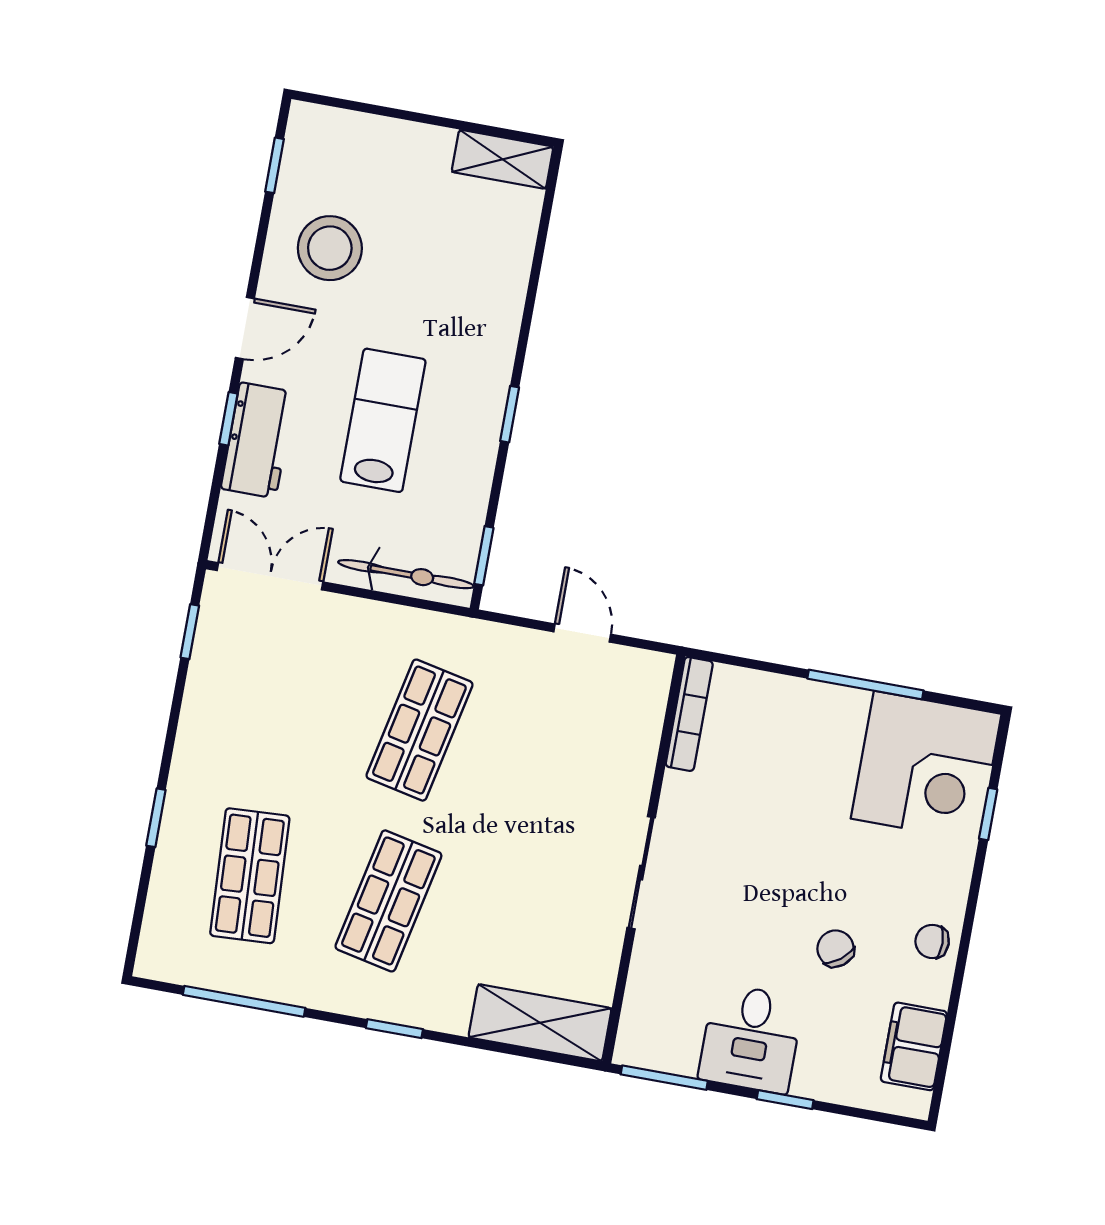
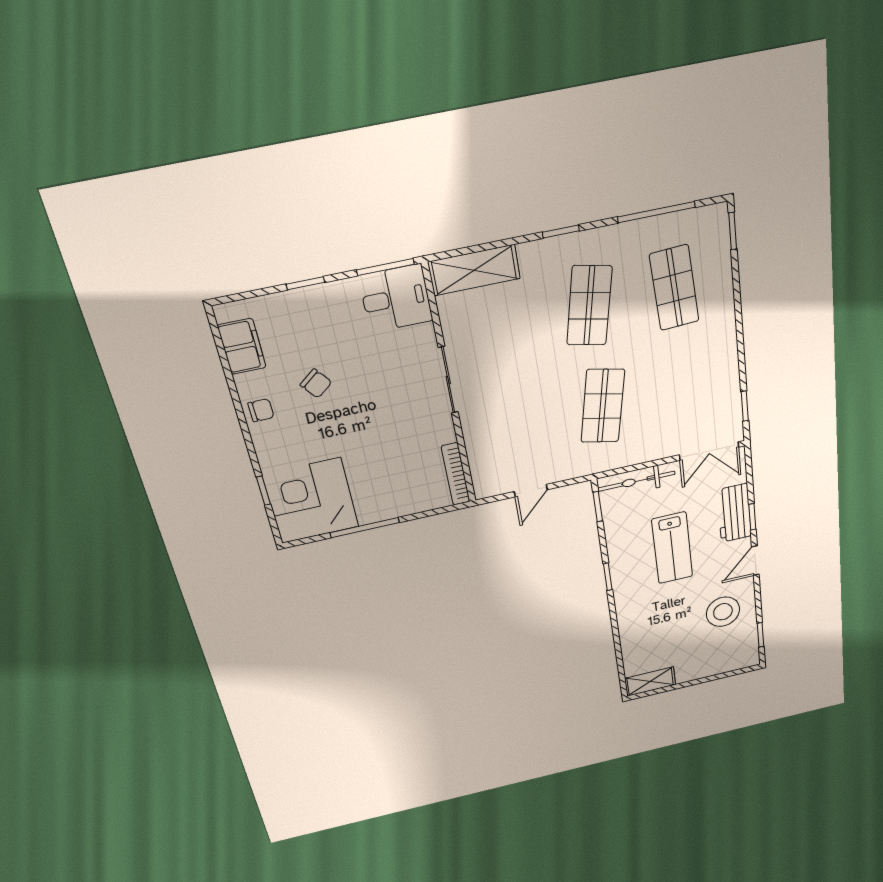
door: (582, 633) -> (531, 491), hinge flipped
window: (156, 818) -> (733, 231), moved
desk: (751, 1038) -> (396, 298), moved, turned 90

